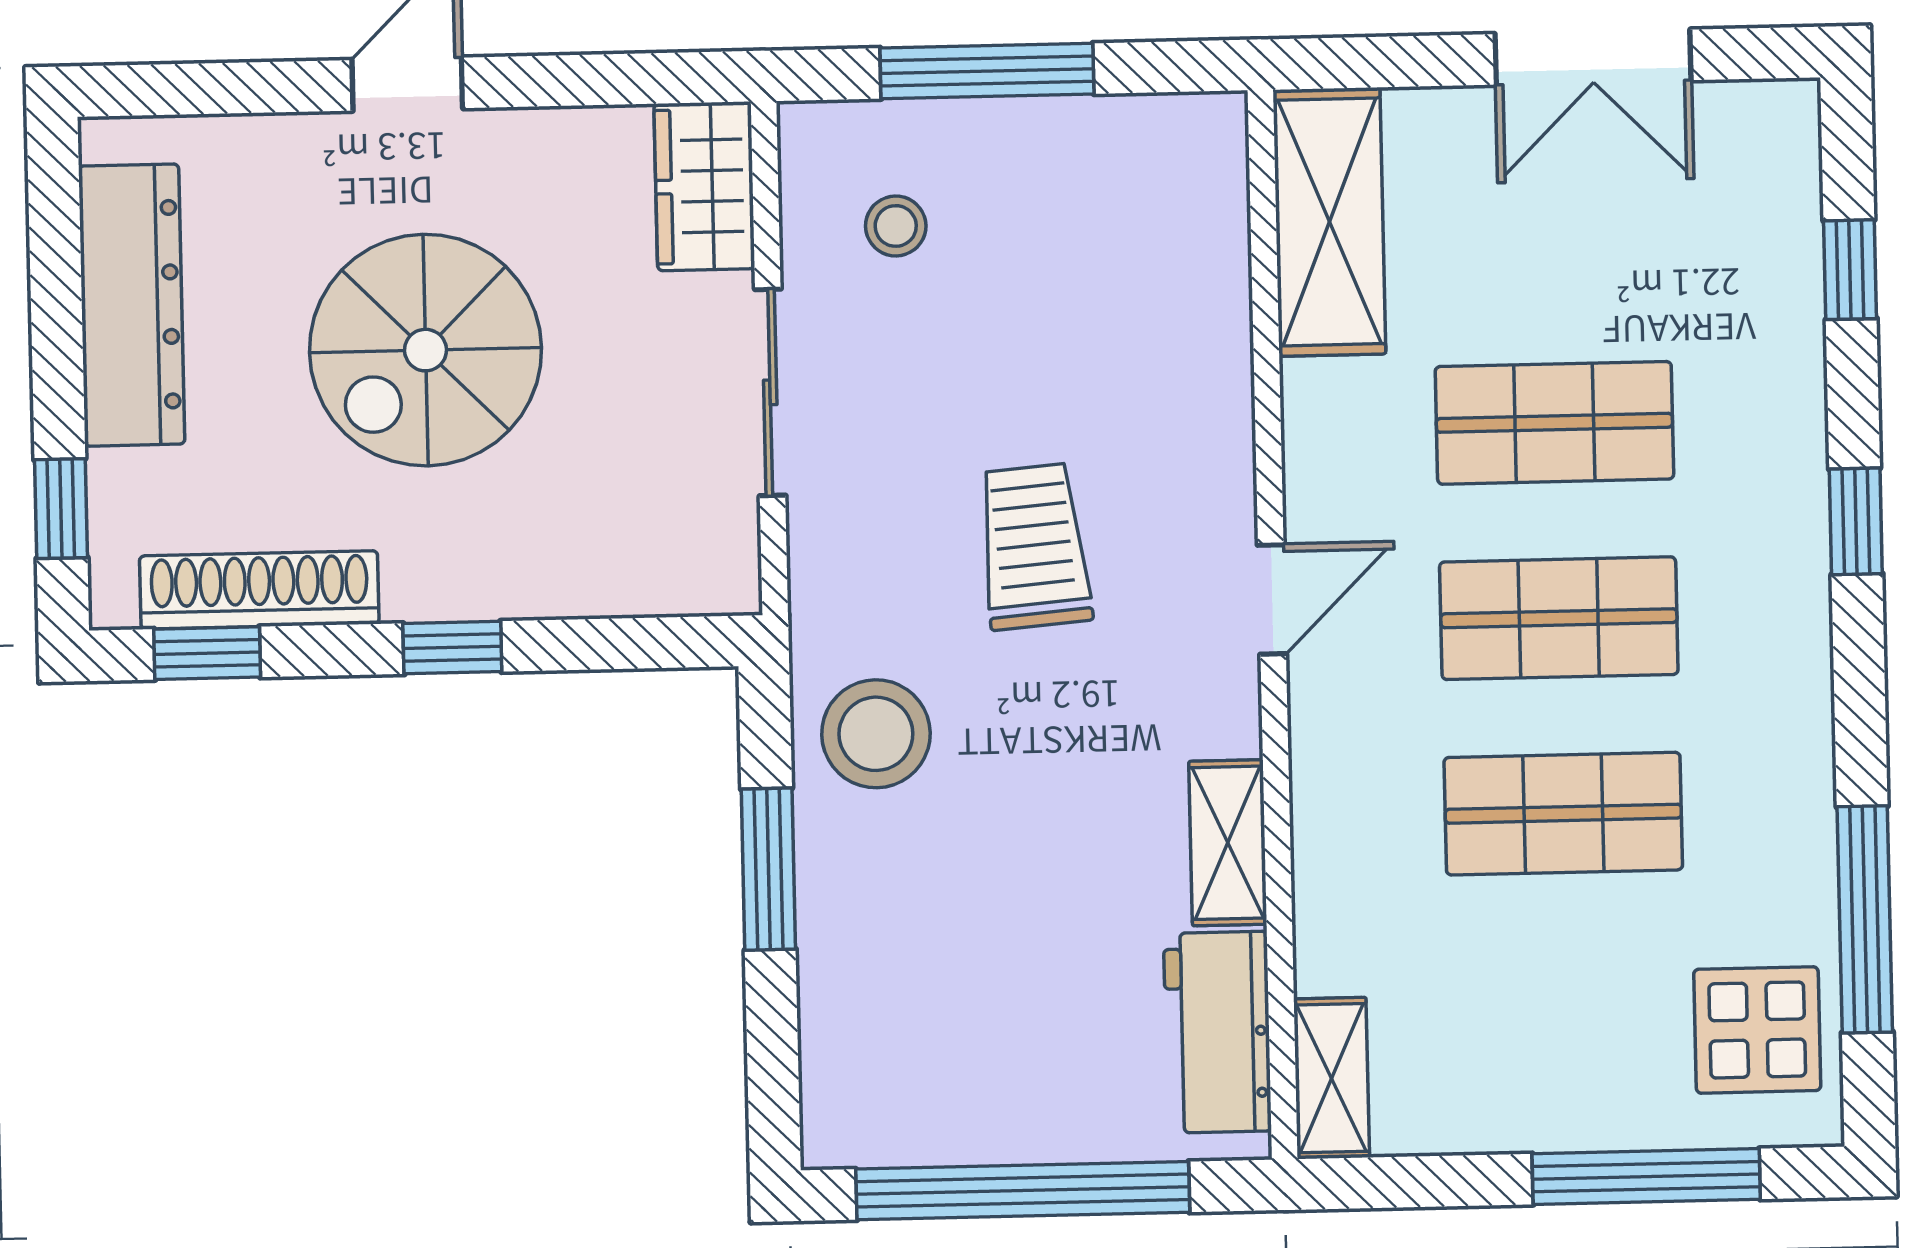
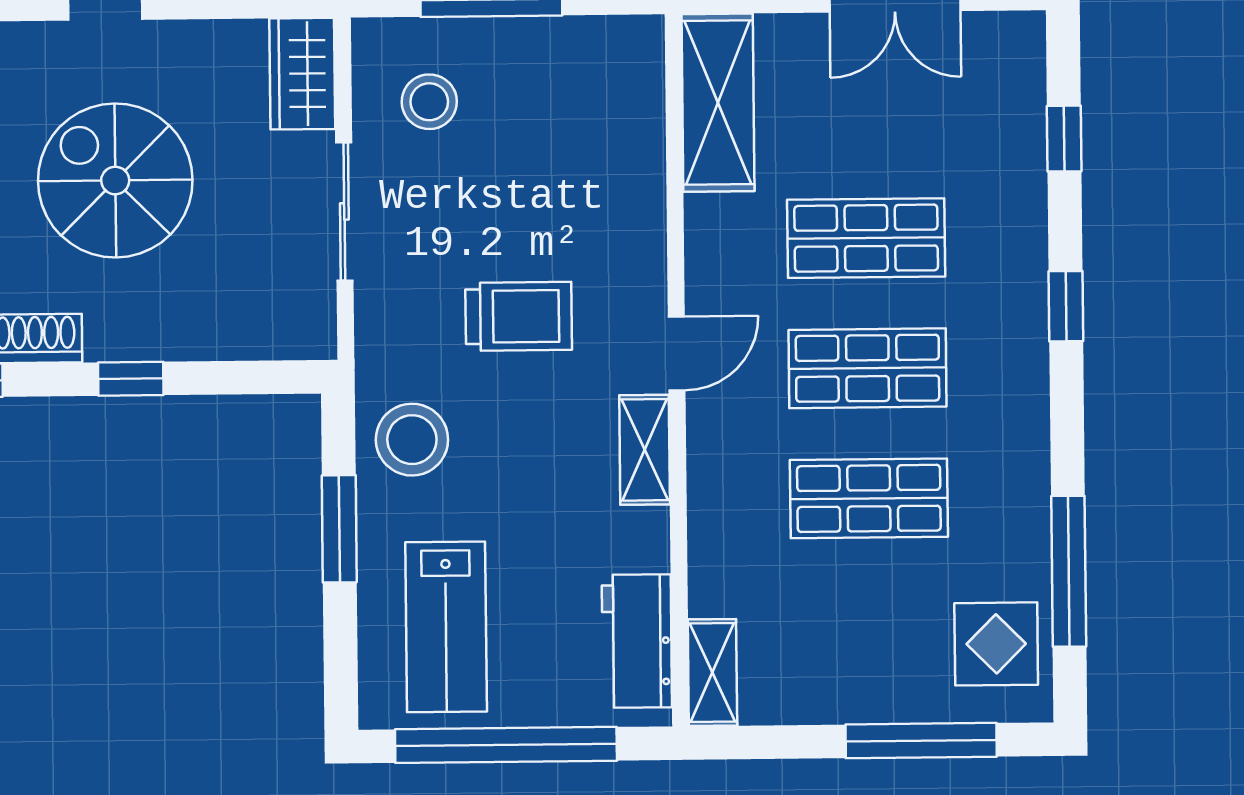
stool: (896, 226) -> (429, 102), width x1.37, depth x1.37
spiral stairs: (425, 350) -> (115, 181), turned 90
trolley: (1034, 547) -> (519, 316), turned 95
shelving: (1228, 843) -> (645, 450), moved
lab bench: (931, 1014) -> (446, 627), added

